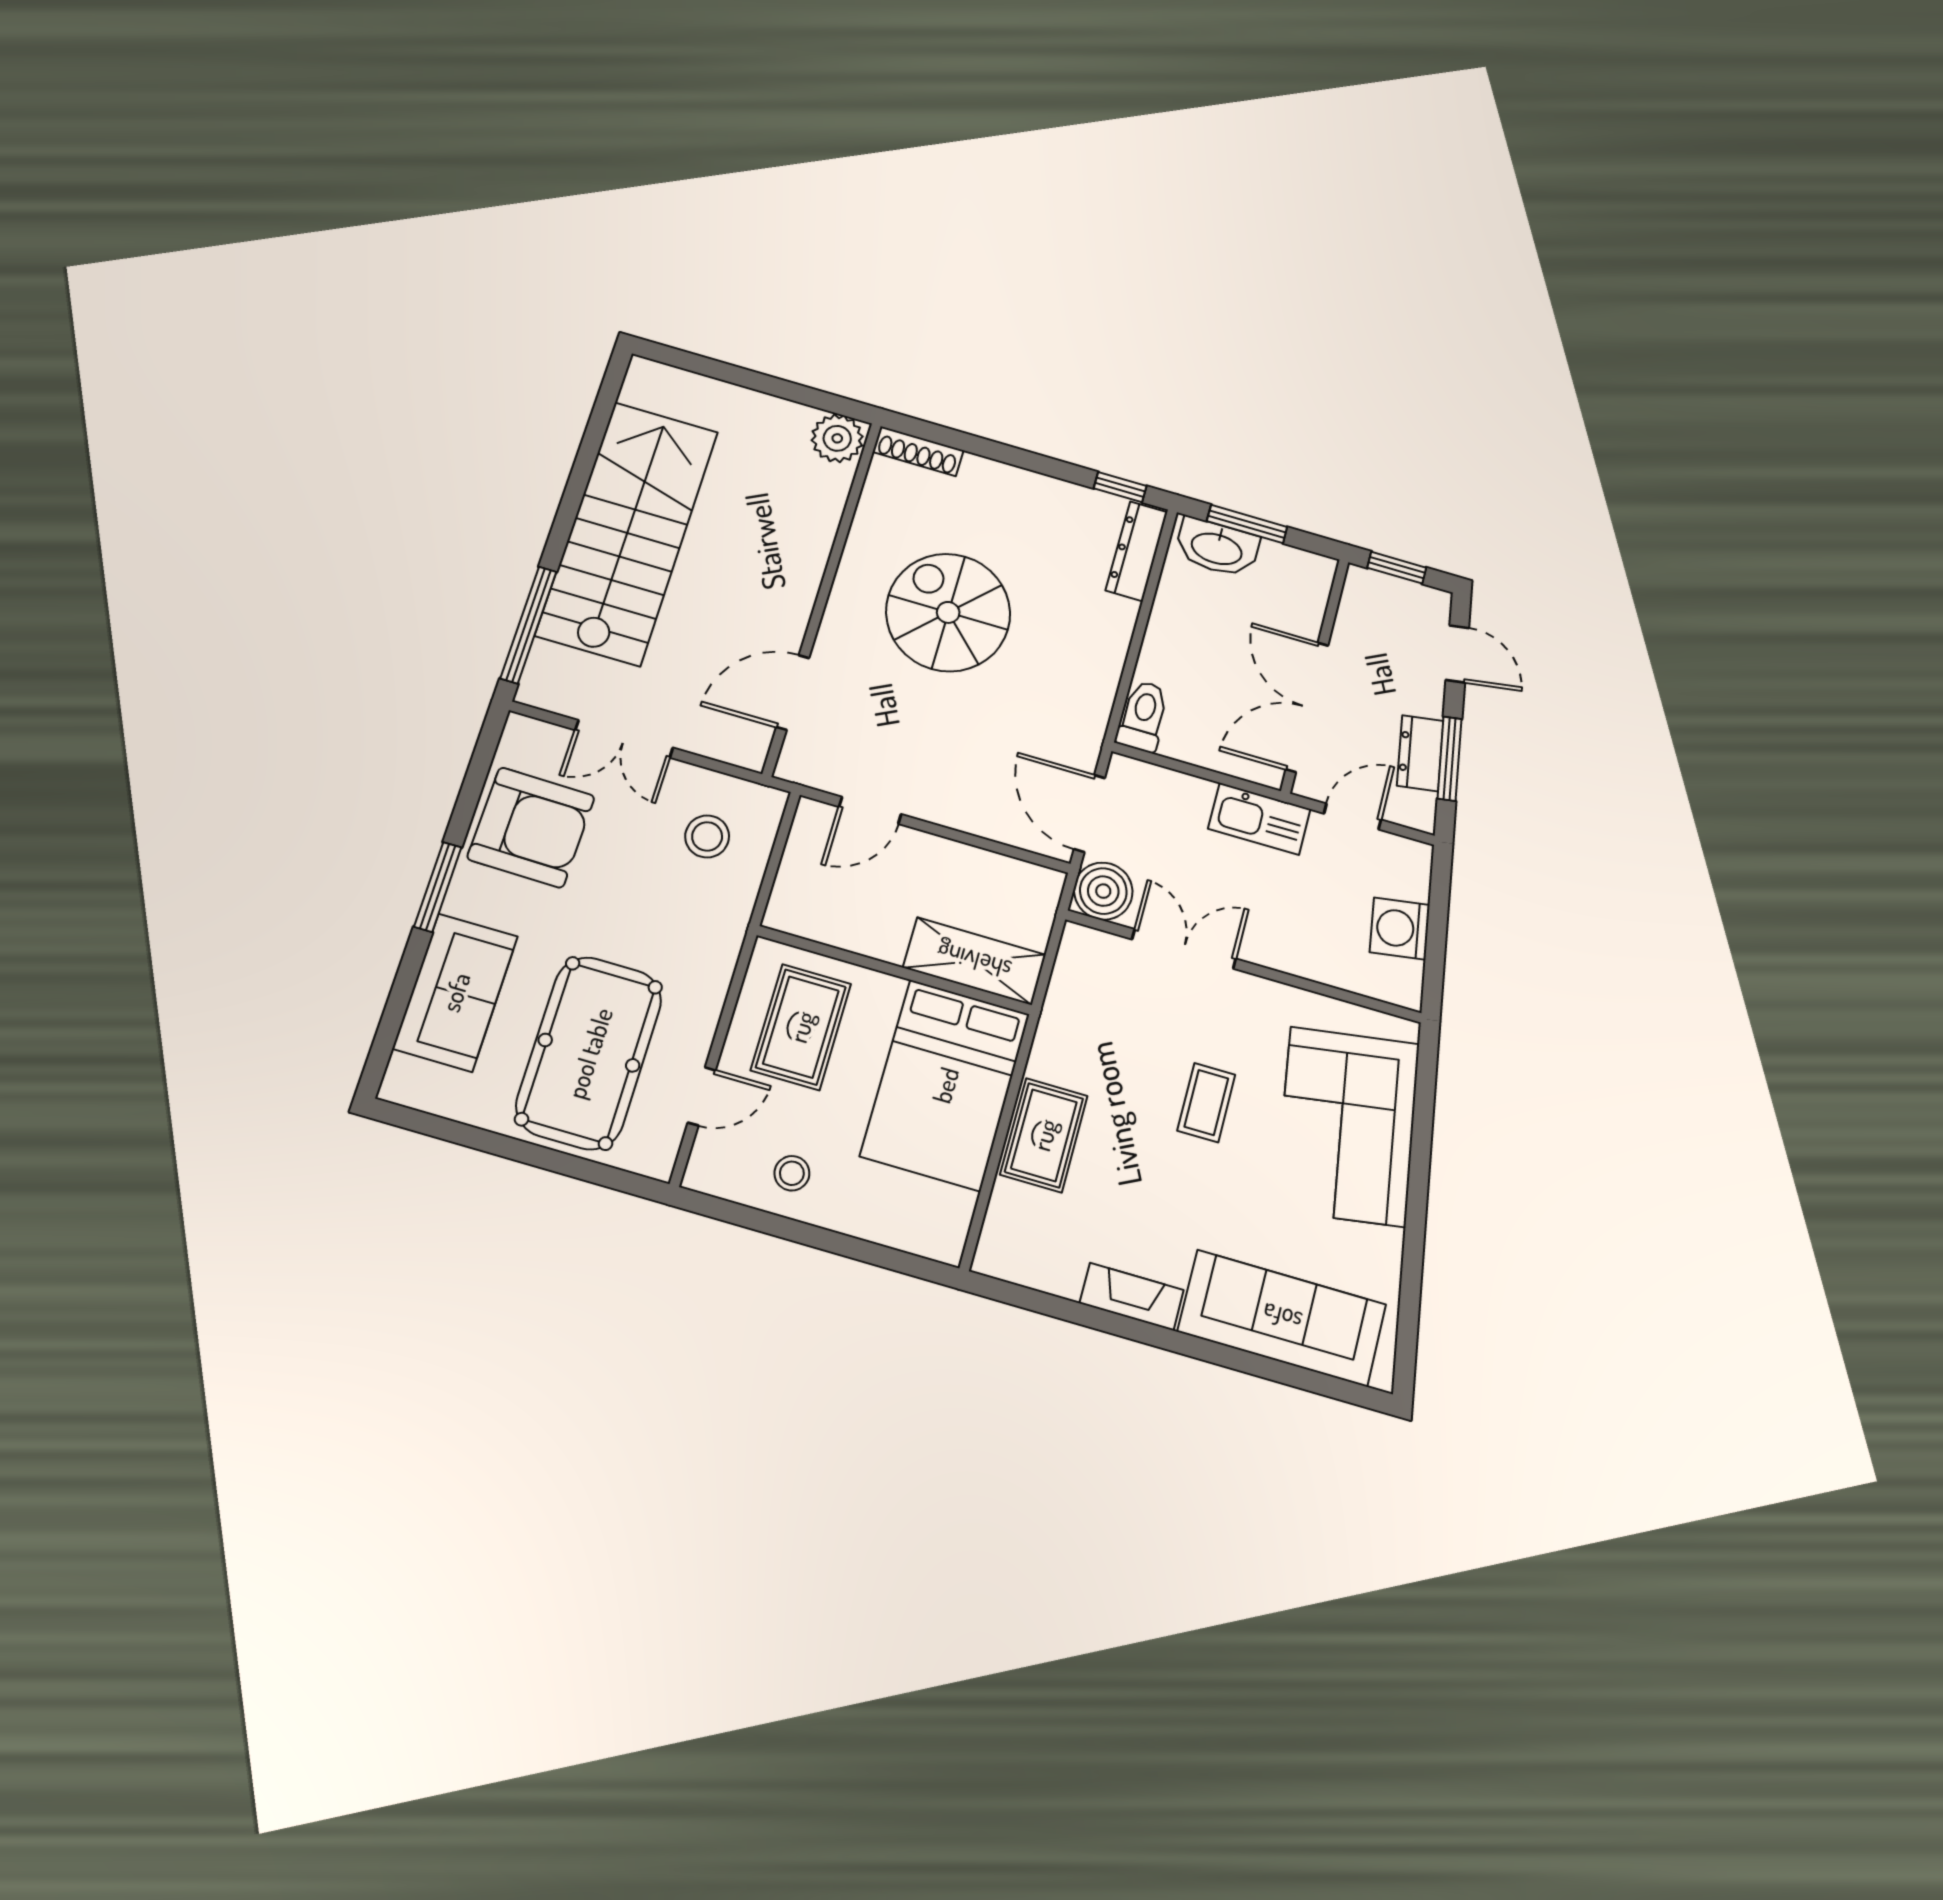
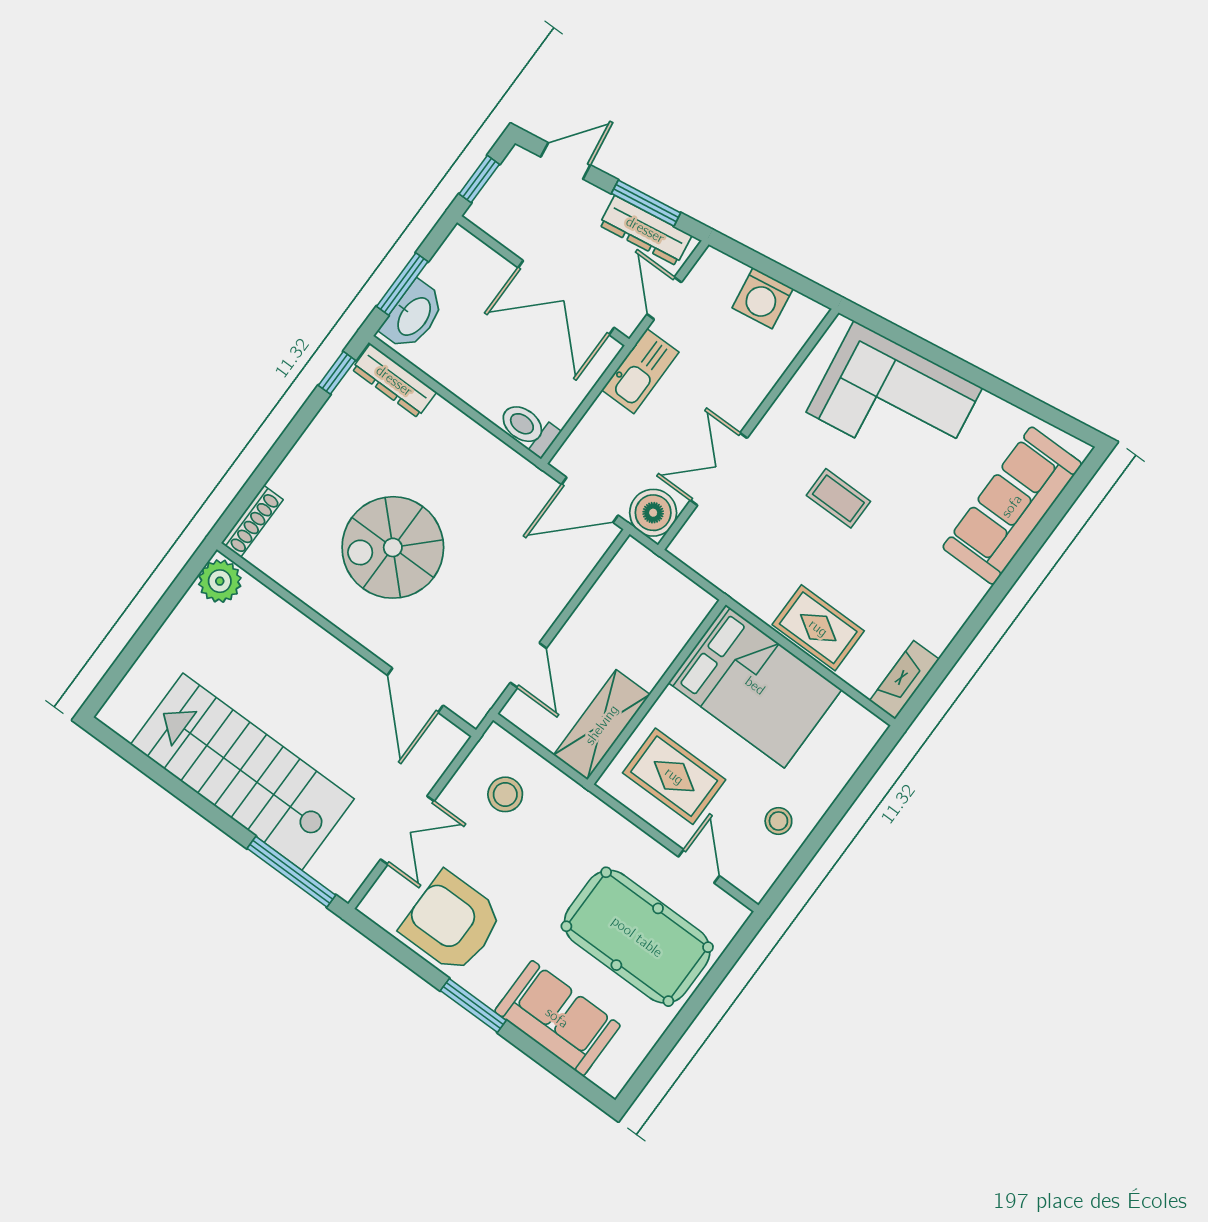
dresser: (1420, 753) -> (645, 230), width x1.44
armchair: (531, 827) -> (452, 922), turned -91
shelving: (974, 961) -> (602, 725), moved
fireplace: (1132, 1297) -> (904, 680), moved

